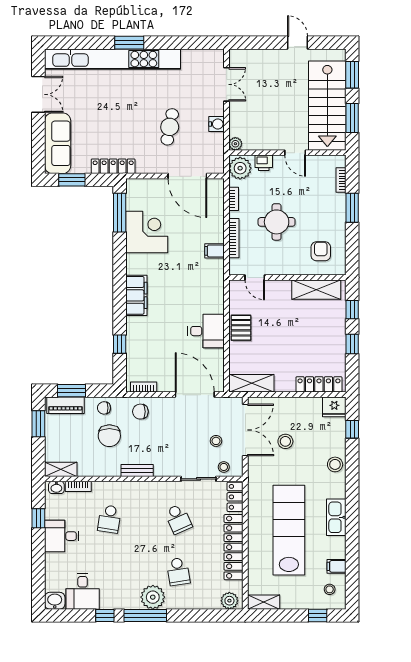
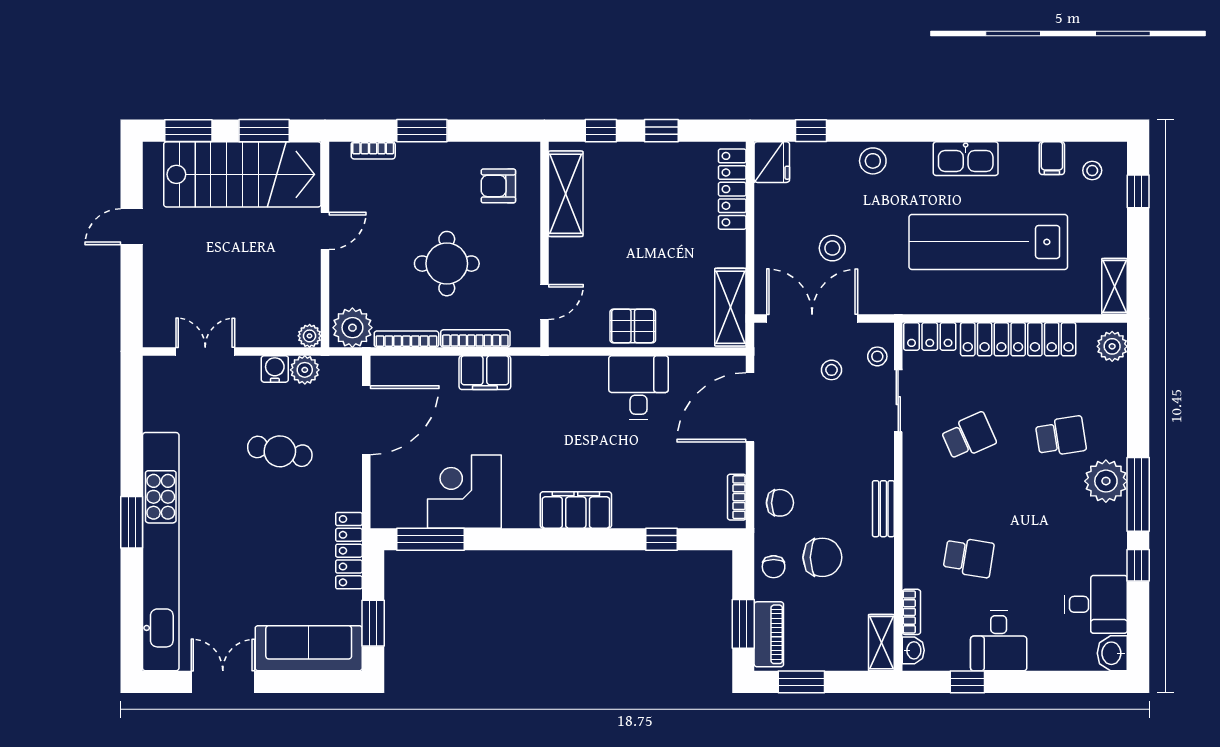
plant: (216, 141) -> (305, 370), added
printer: (264, 163) -> (343, 286), removed
bookcase: (234, 199) -> (406, 339), width x1.56
filing cabinet: (214, 251) -> (485, 373), width x2.00
chair: (140, 412) -> (780, 503), turned -90

